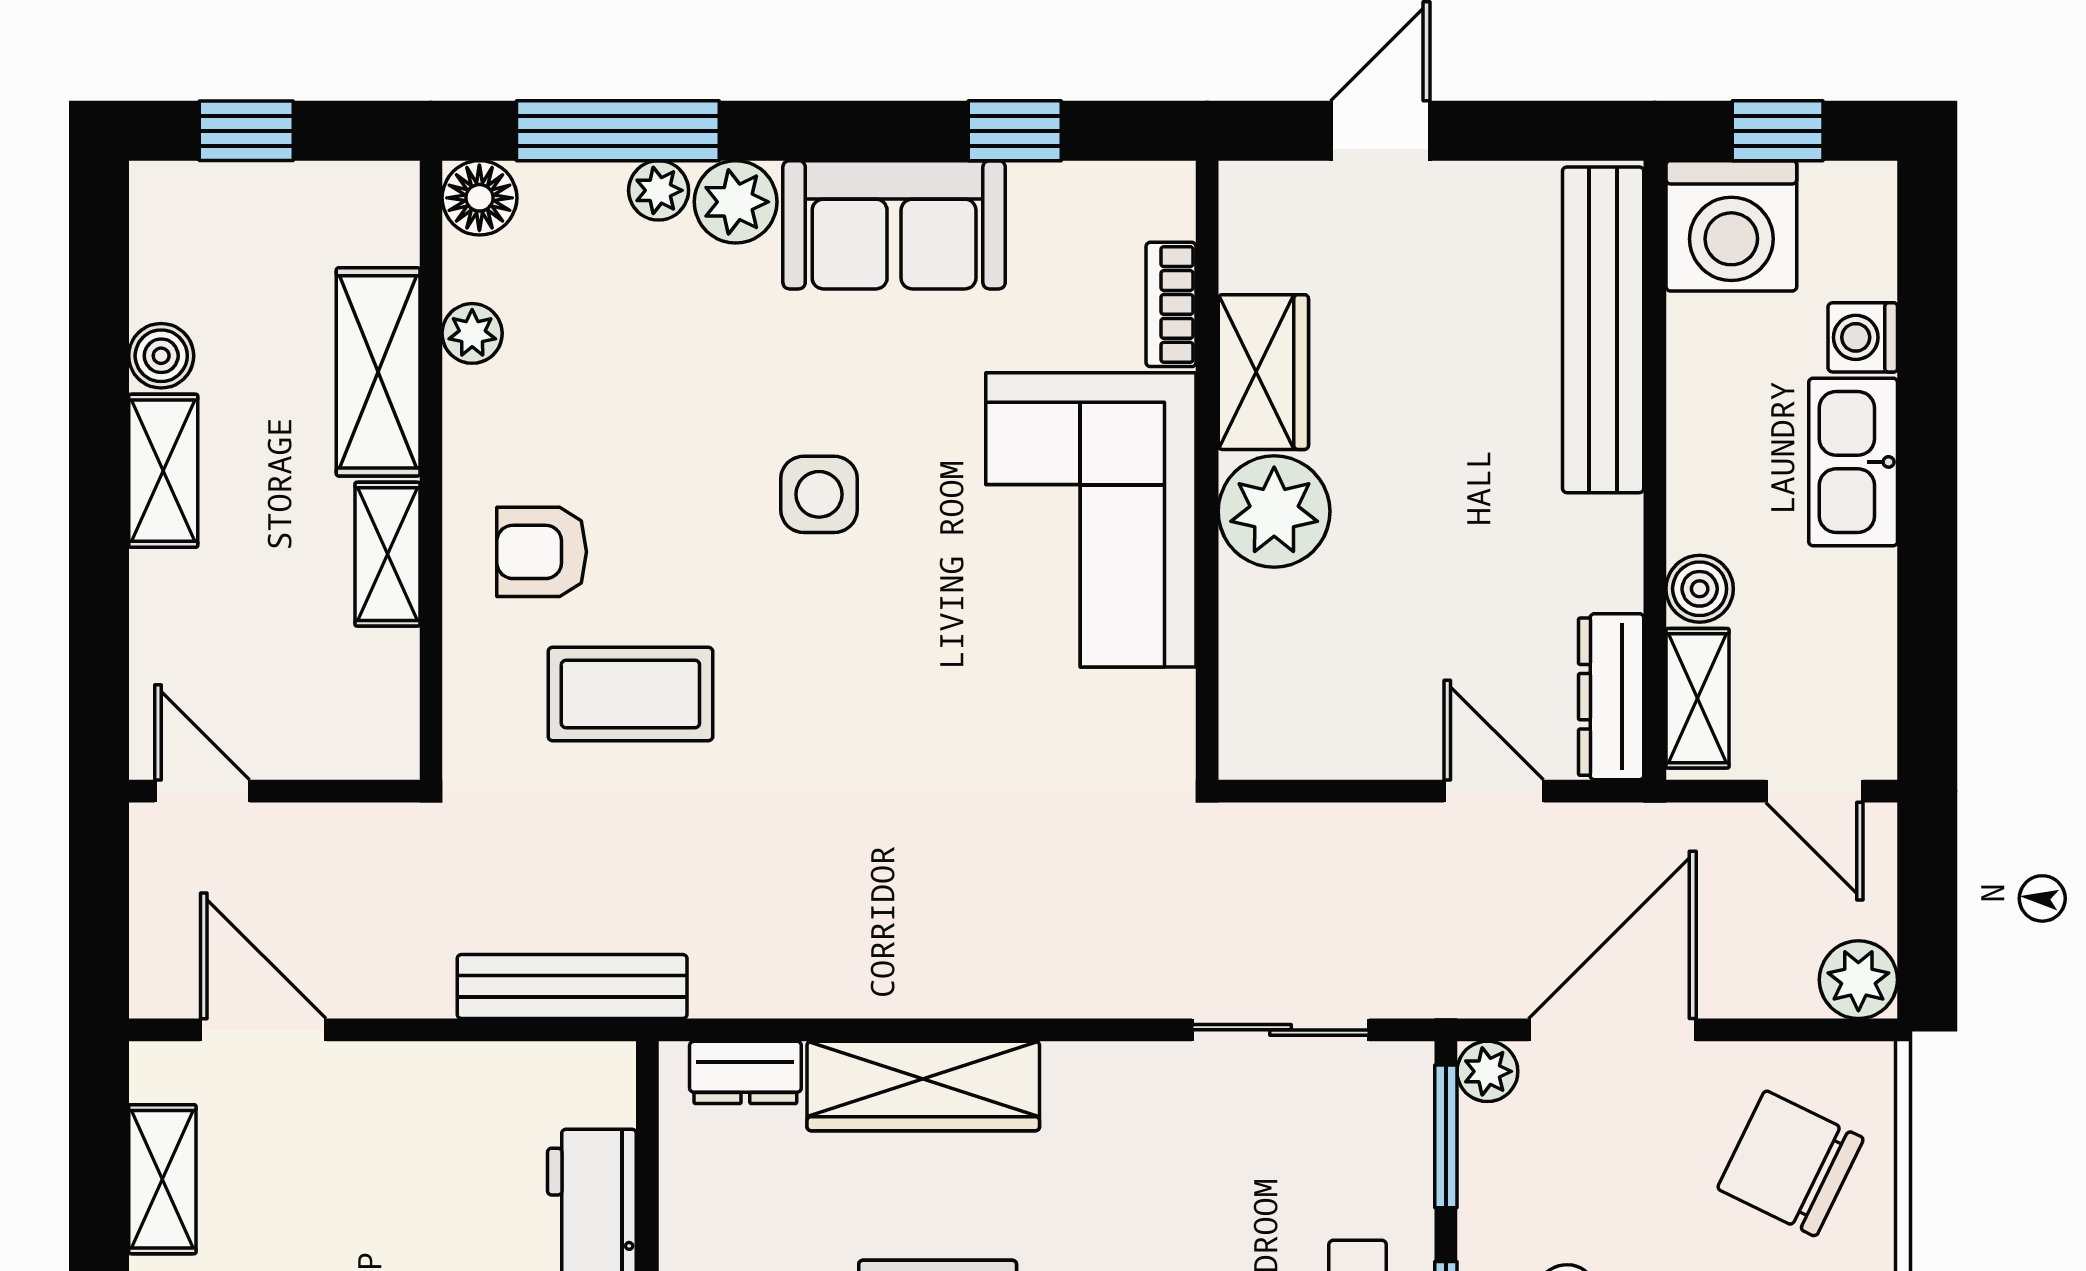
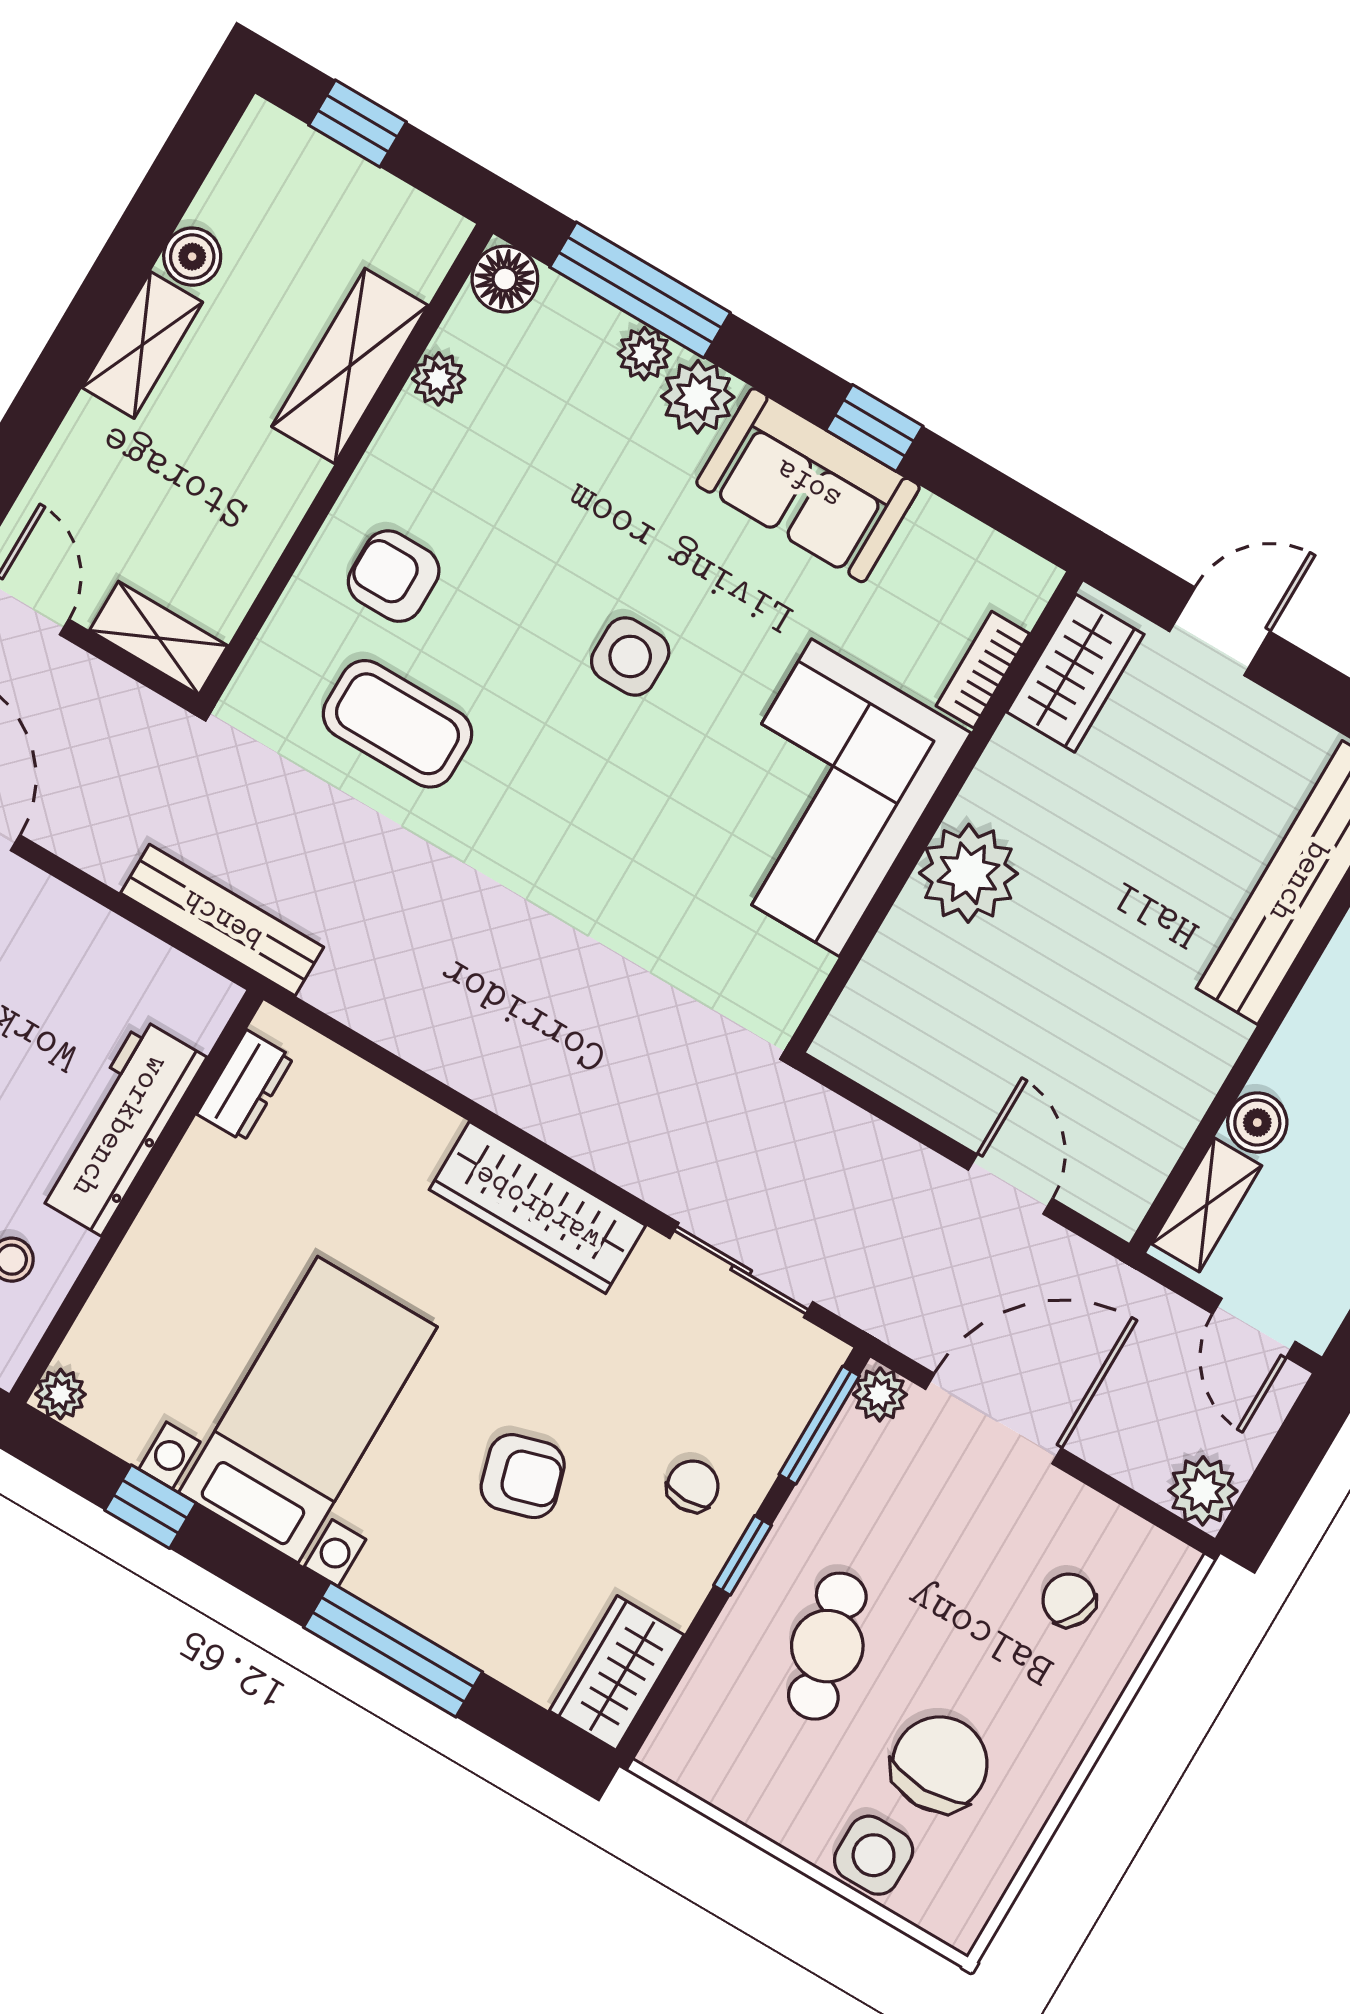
window: (1015, 131) -> (874, 428), moved
wardrobe: (1263, 372) -> (1075, 673), moved
shelving: (387, 554) -> (159, 638), moved, turned 90
dresser: (1611, 697) -> (1142, 1165), removed
dresser: (745, 1072) -> (245, 1086), moved, turned -90
wardrobe: (923, 1086) -> (537, 1208), moved
chair: (1791, 1163) -> (1069, 1600), width x0.54, depth x0.54

